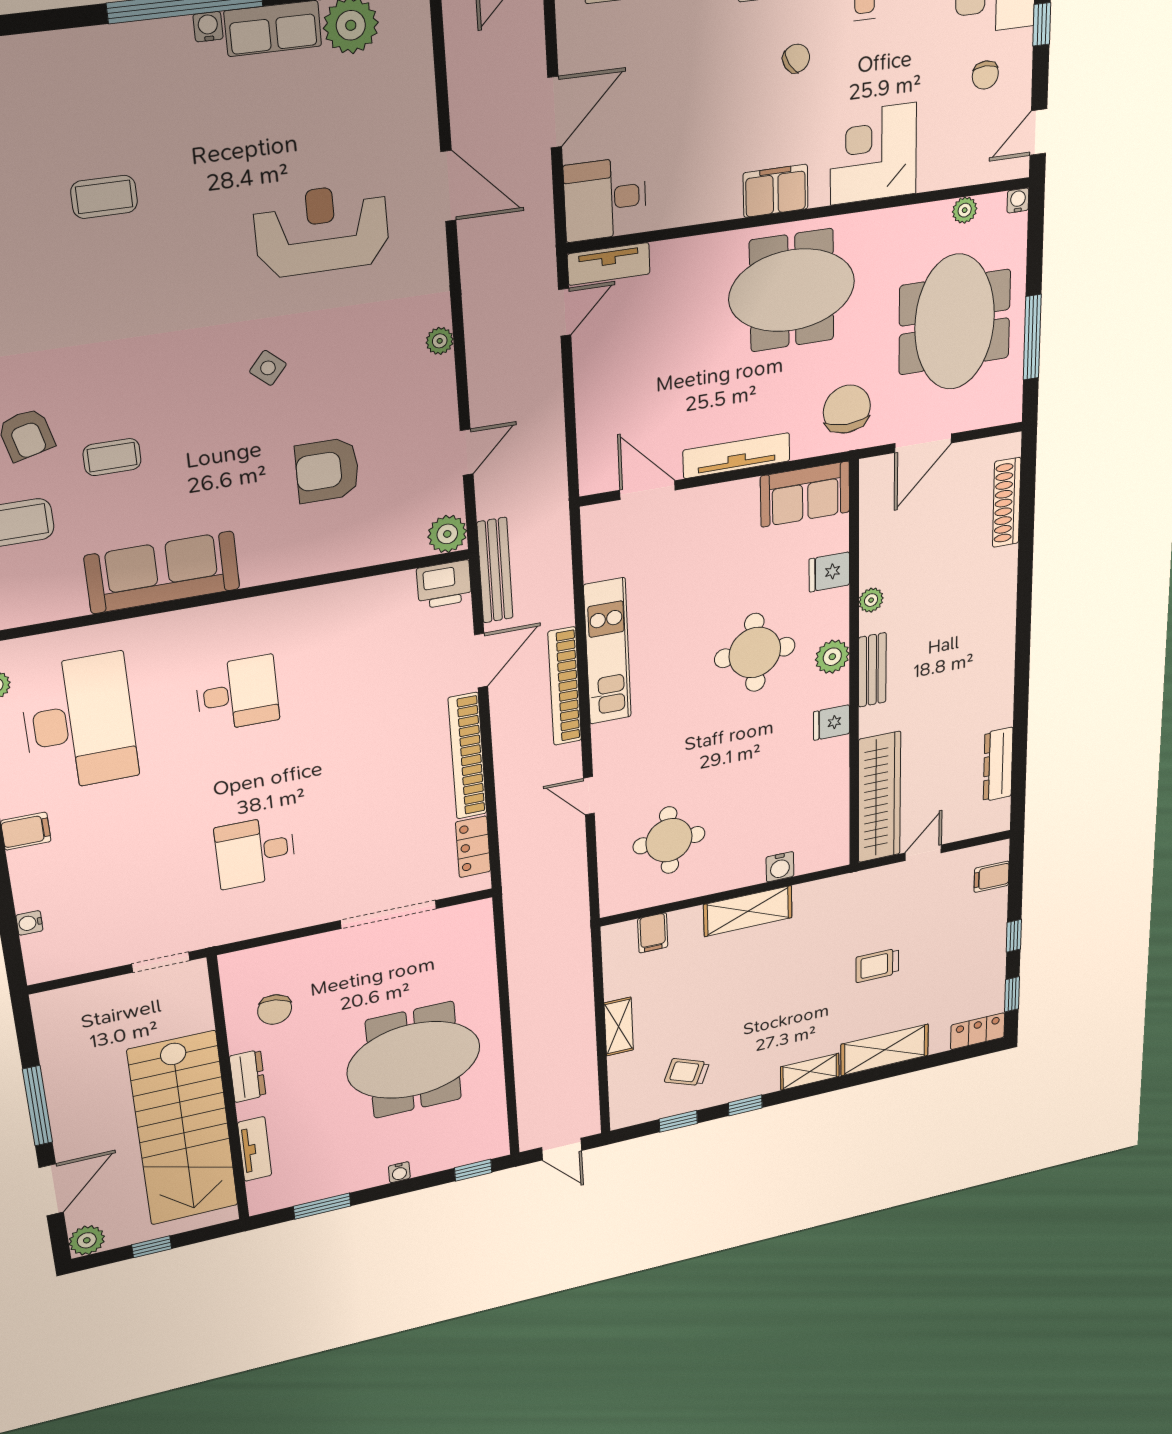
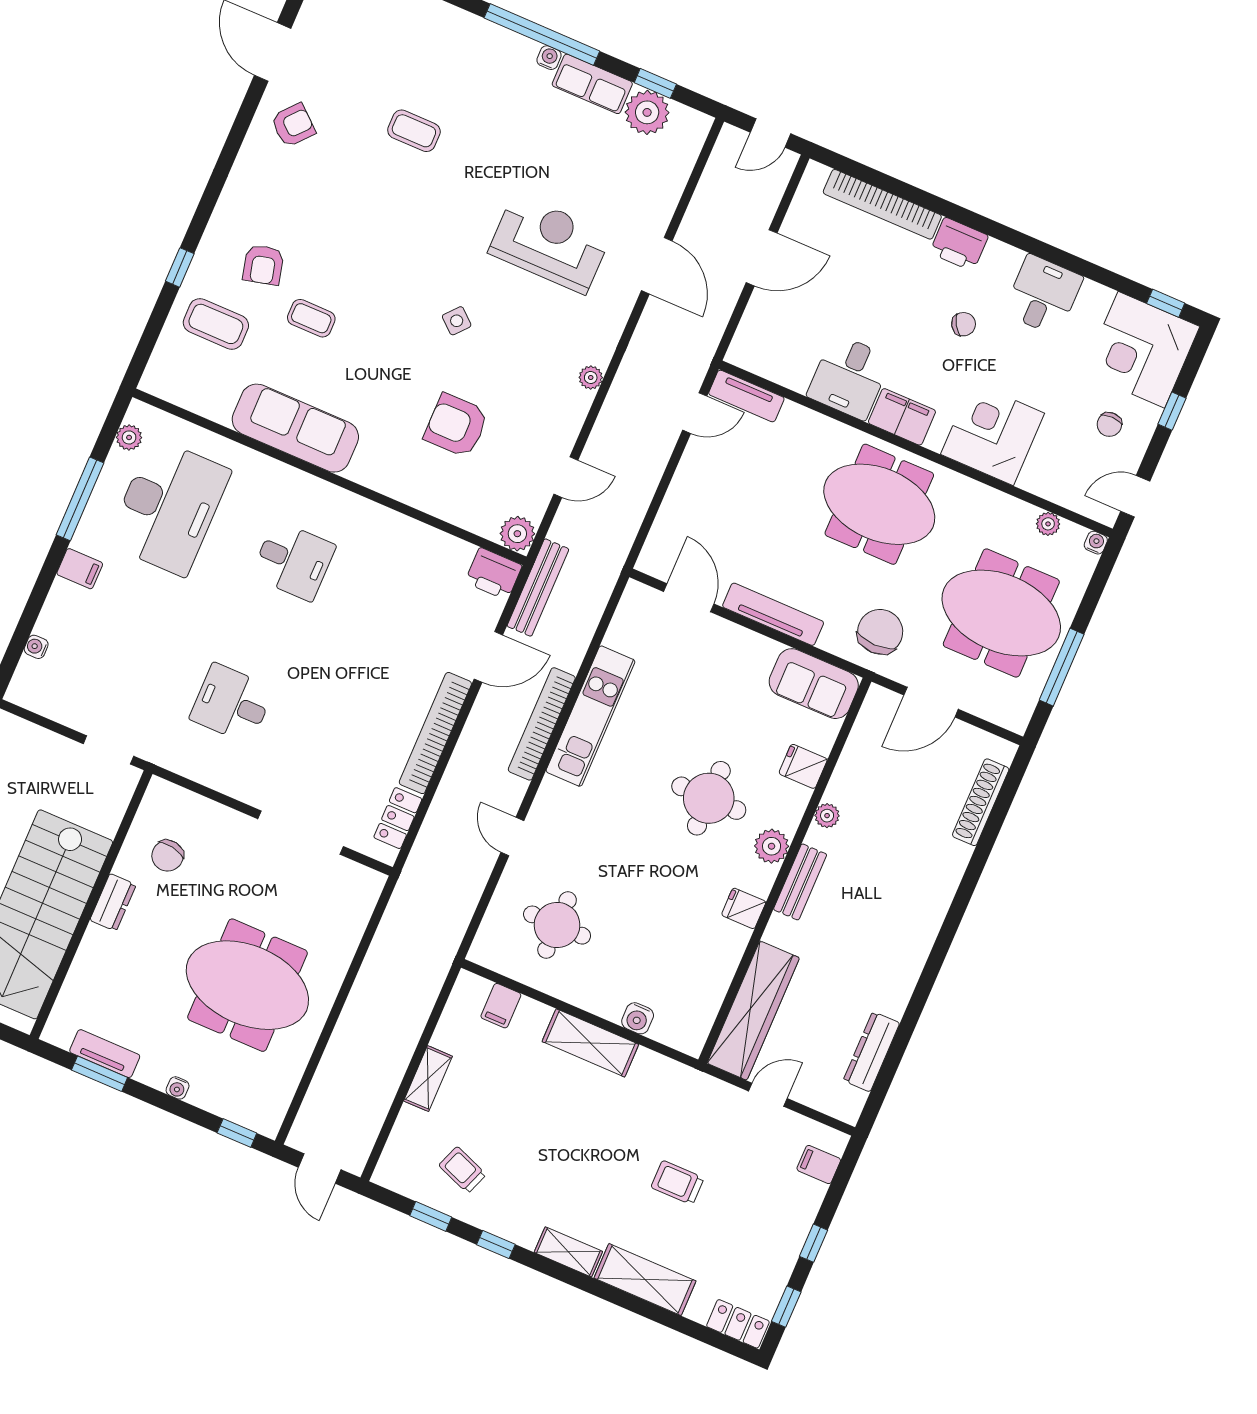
desk: (605, 199) -> (849, 377), moved, turned -90
meeting table: (955, 322) -> (1001, 613), turned 90
tv unit: (255, 1149) -> (105, 1054), moved, turned -90

